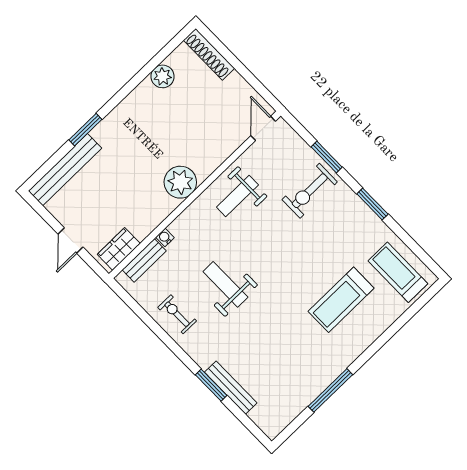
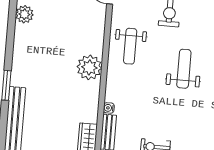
weight bench: (225, 284) -> (184, 69), moved, turned 90

